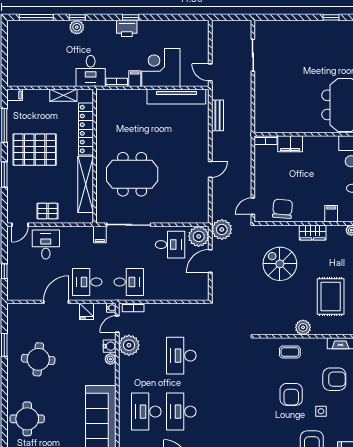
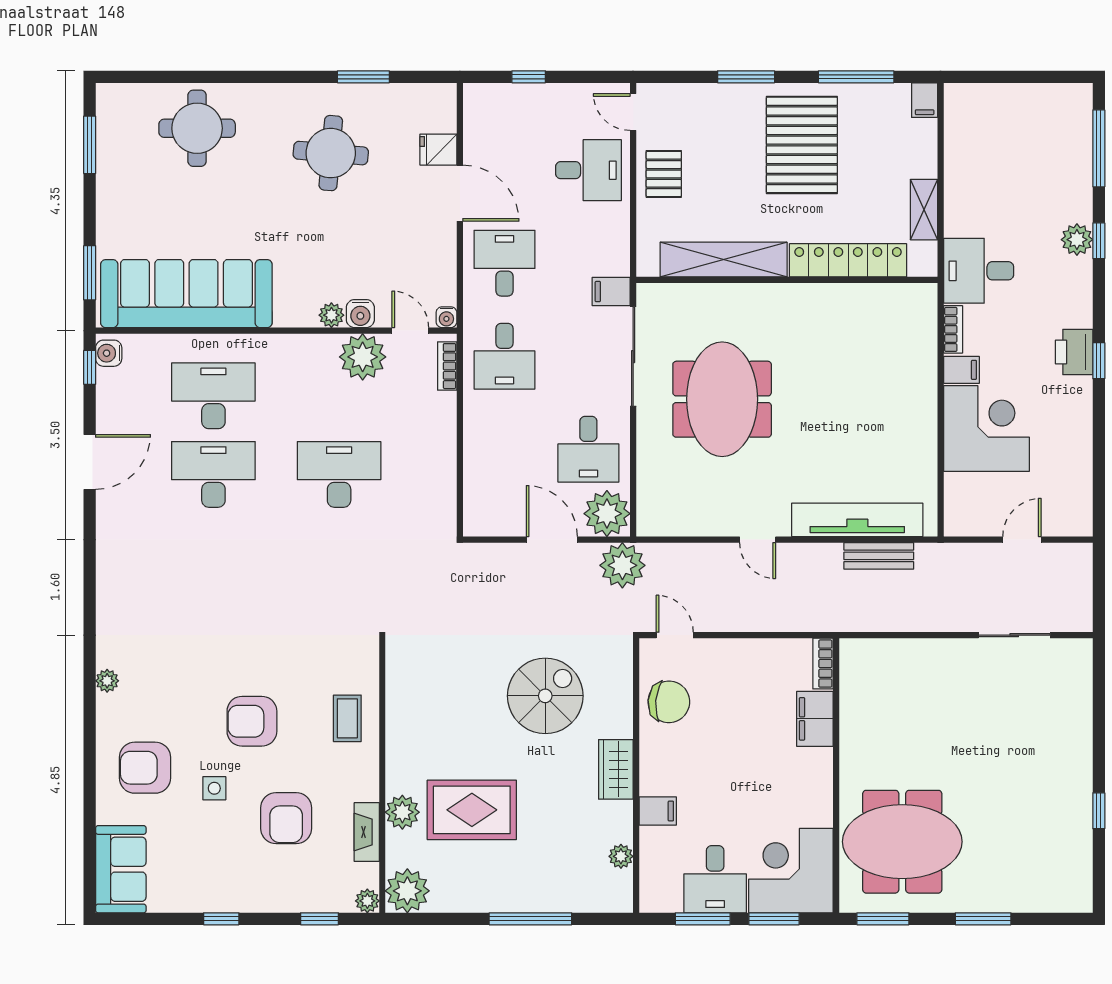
door: (210, 72) -> (1022, 540), moved
tv unit: (176, 97) -> (857, 520), moved, turned 90
meeting table: (132, 174) -> (722, 399), moved
fridge: (86, 311) -> (438, 150), moved
plant: (303, 327) -> (402, 812), moved

